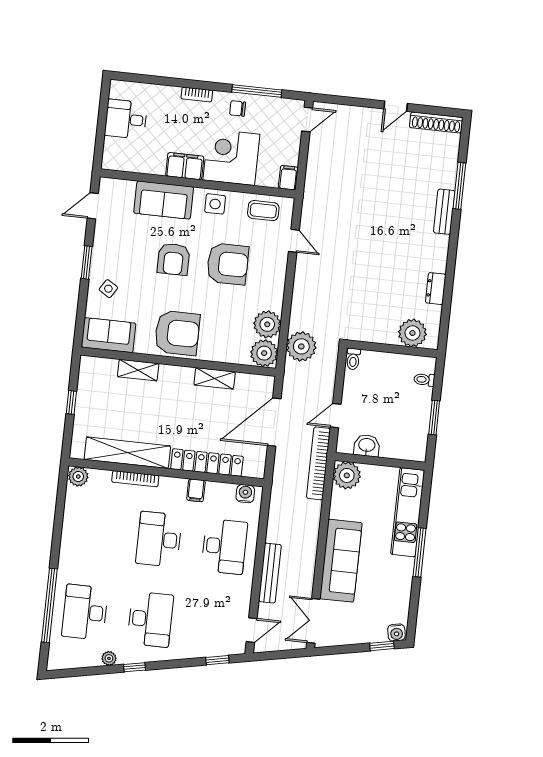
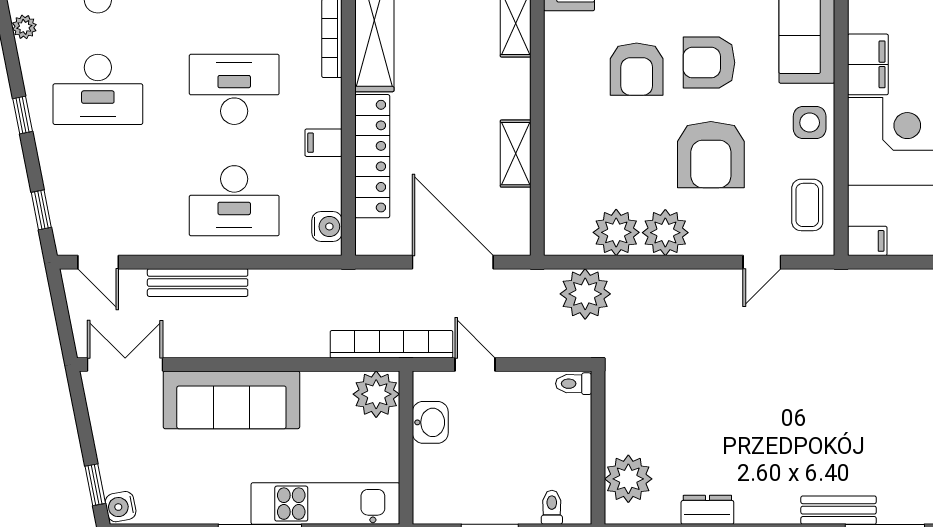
armchair: (177, 333) -> (637, 69), moved, width x0.73, depth x0.73
plant: (264, 353) -> (665, 233), moved
window: (134, 667) -> (23, 115), moved

